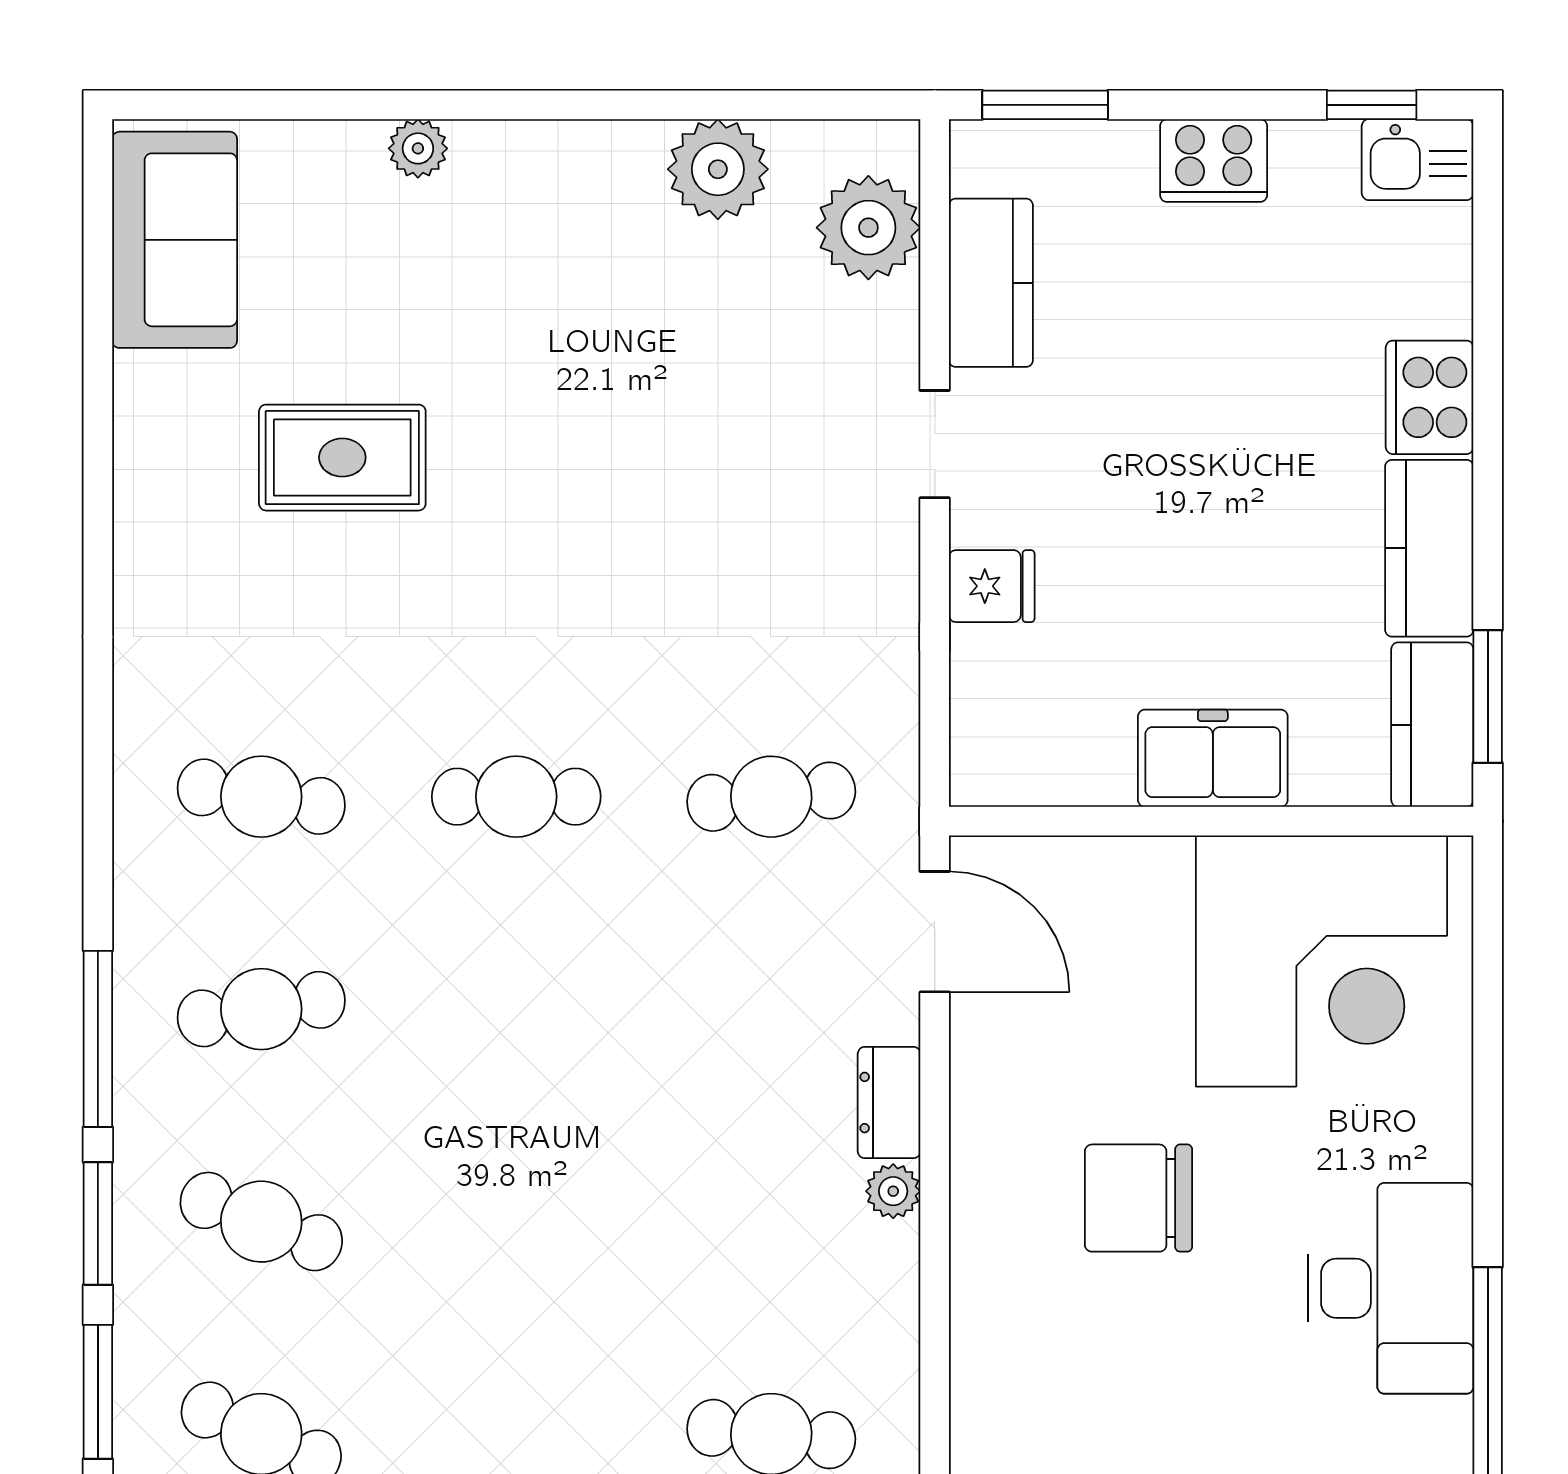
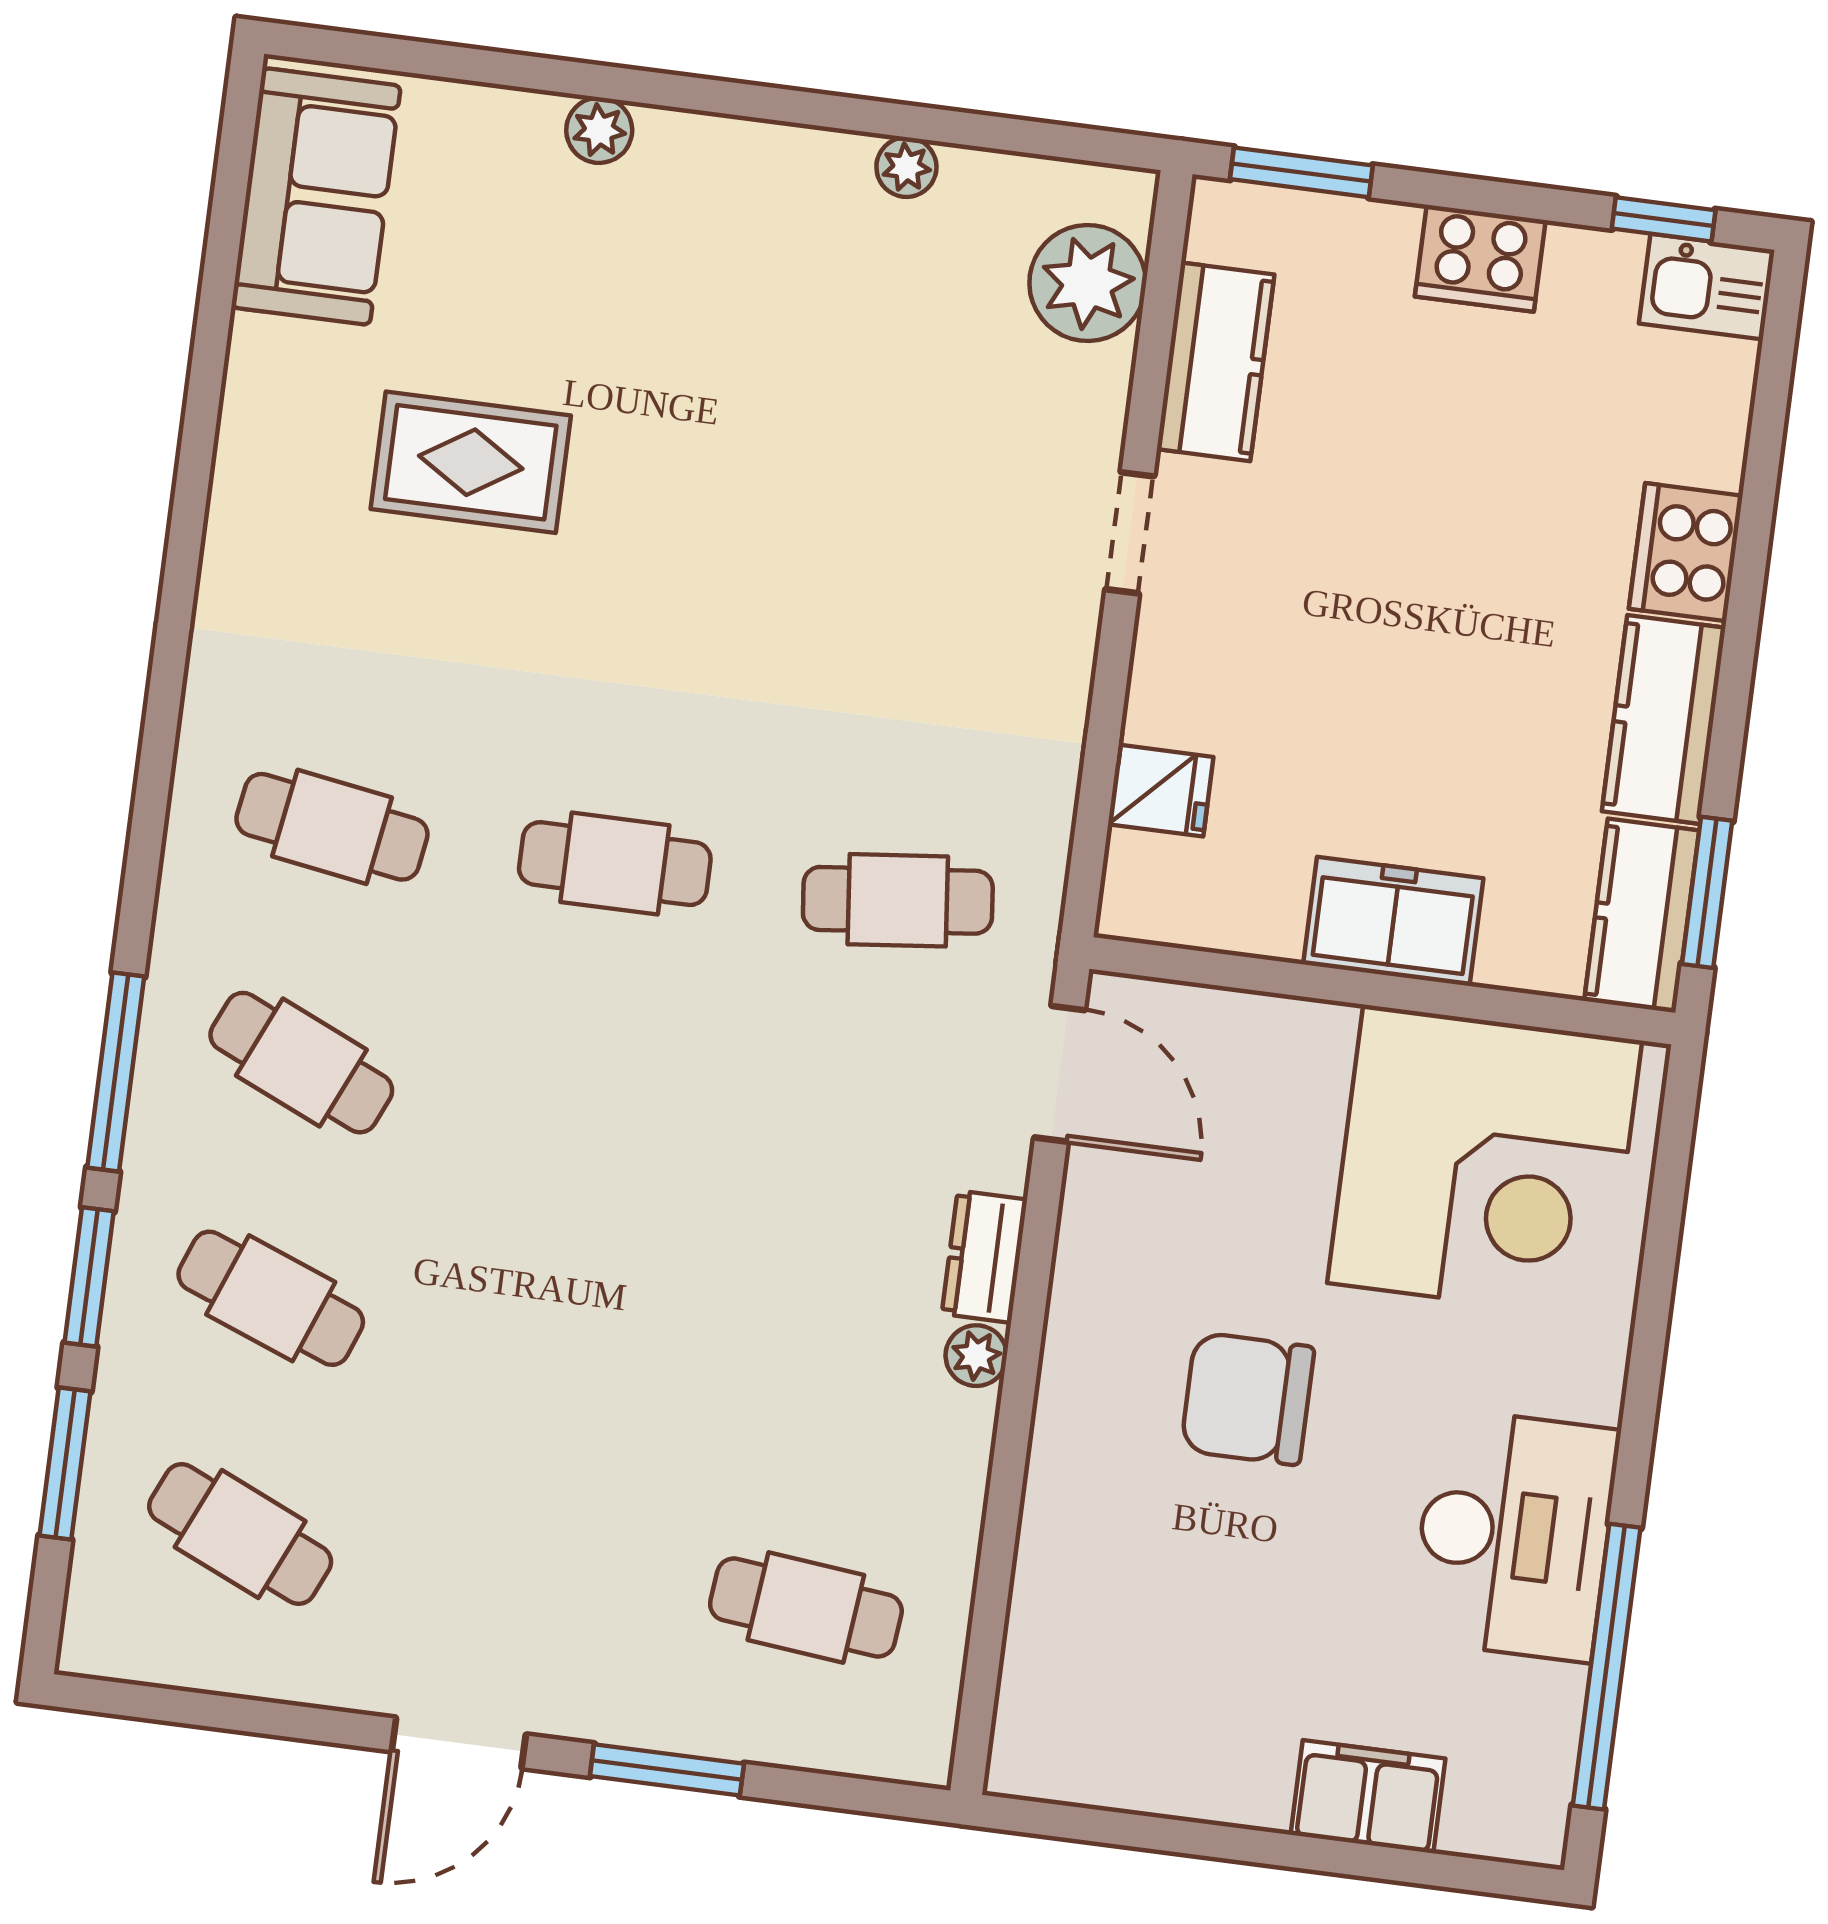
plant: (718, 169) -> (906, 167), width x0.53, depth x0.53
fridge: (992, 586) -> (1161, 791), moved
cafe table: (261, 1009) -> (301, 1063), turned 33

